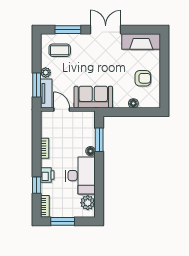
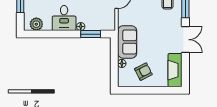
armchair: (143, 78) -> (143, 72), turned -117
sofa: (93, 97) -> (127, 42), moved
desk: (81, 176) -> (64, 18), width x0.73

